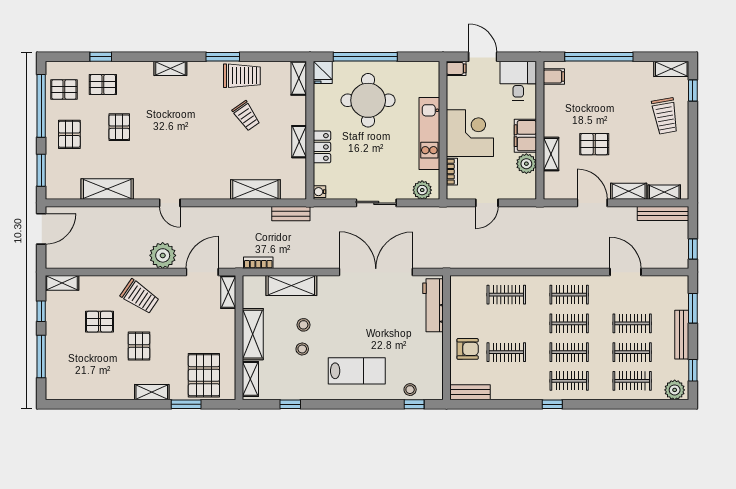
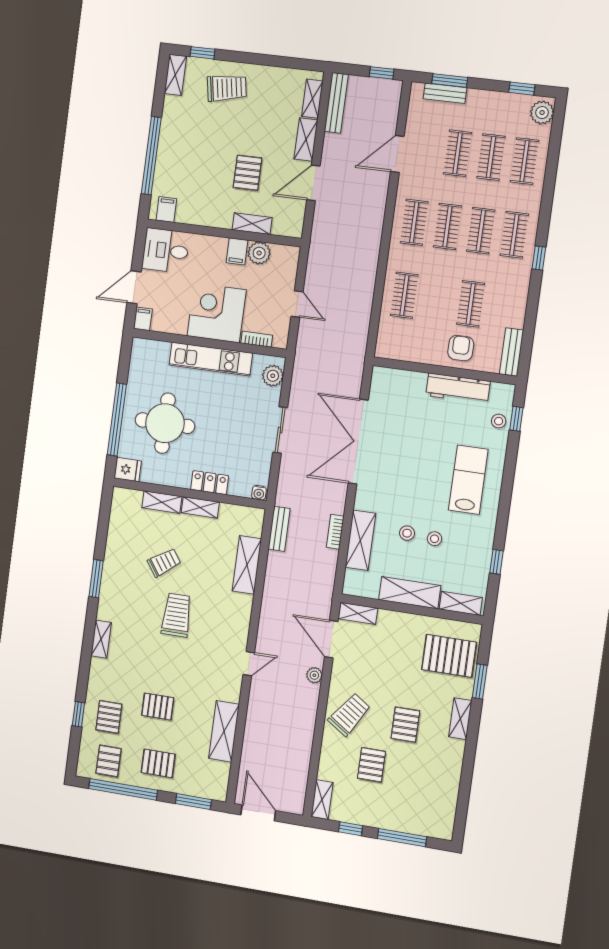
trolley: (242, 76) -> (177, 615), moved
shelving: (299, 78) -> (162, 502), moved
filing cabinet: (525, 136) -> (237, 251), width x0.50
plant: (163, 255) -> (314, 675), width x0.53, depth x0.53
bookcase: (258, 263) -> (335, 532), moved
workbench: (433, 305) -> (458, 388), moved
bench: (682, 335) -> (445, 93), moved, width x0.73
pallet: (139, 346) -> (405, 725), turned 90

